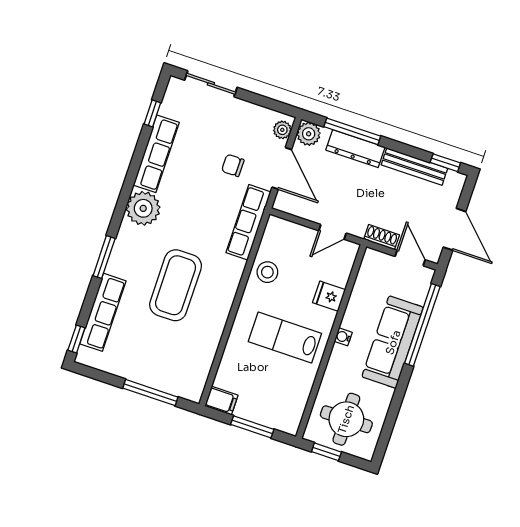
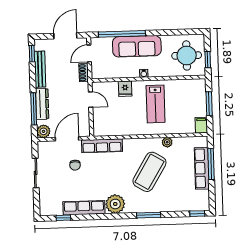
sliding door: (211, 84) -> (36, 173), moved
plant: (282, 130) -> (167, 142), moved
stool: (267, 272) -> (125, 126), removed
coffee table: (176, 285) -> (149, 172), turned -59
row of seats: (103, 312) -> (202, 168), moved, turned -90

